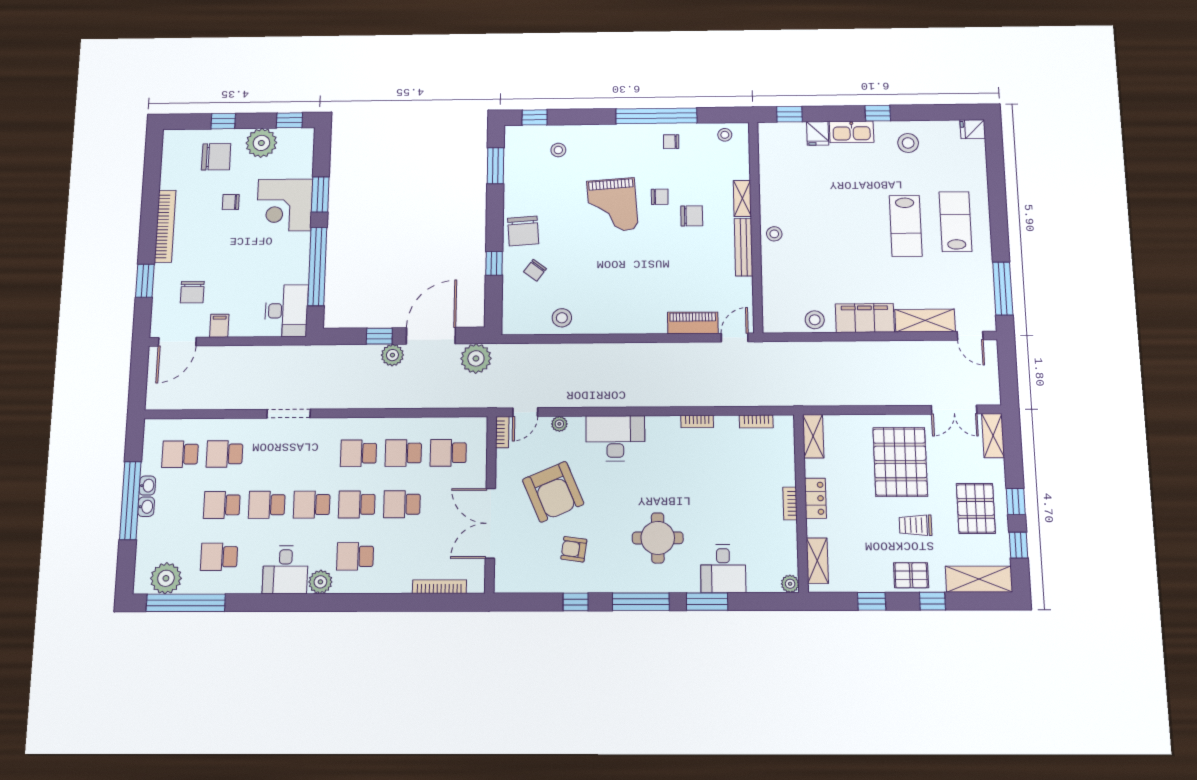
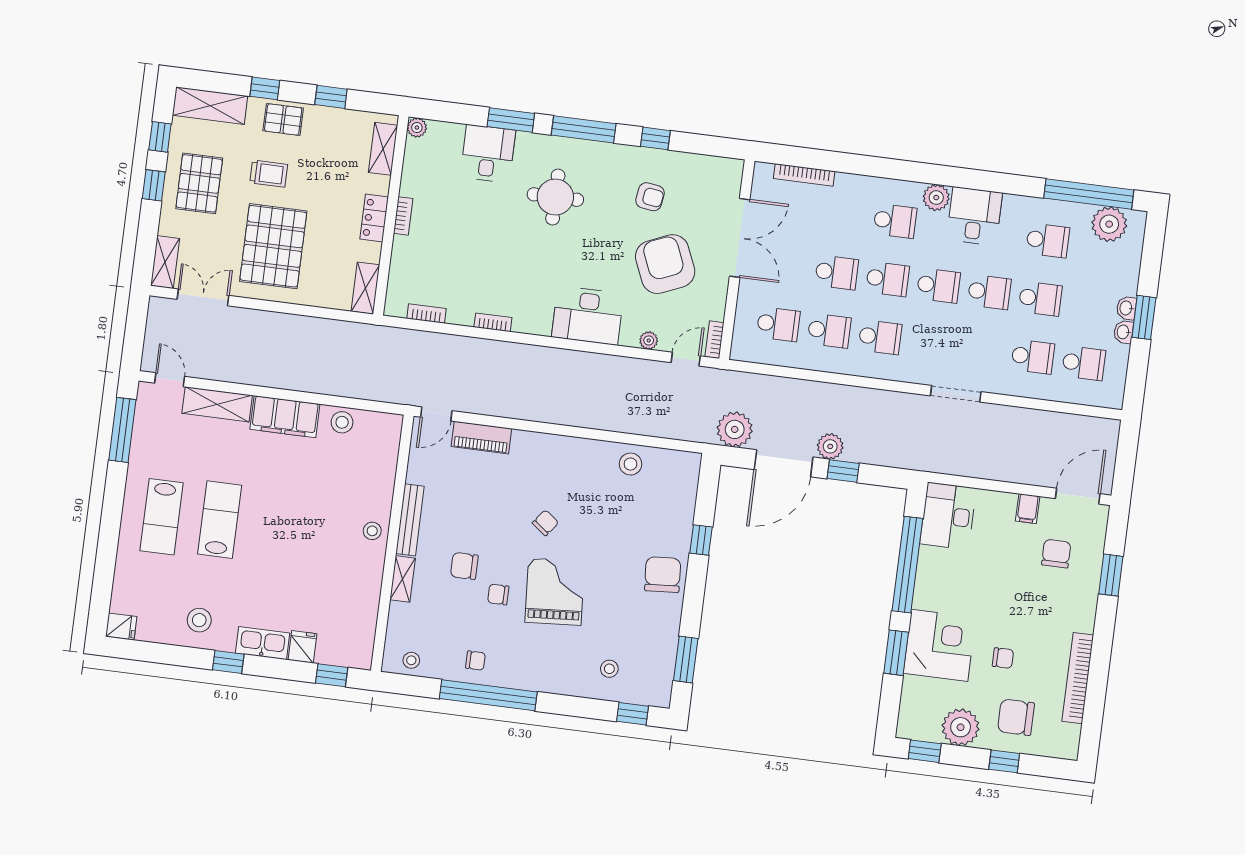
bookcase: (165, 226) -> (1078, 678), moved
chair: (535, 270) -> (545, 523), moved
window: (130, 501) -> (1144, 317), width x0.47

